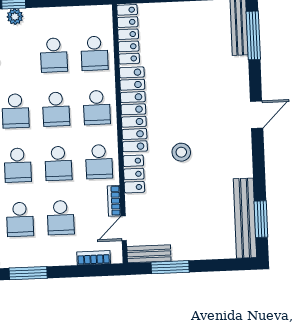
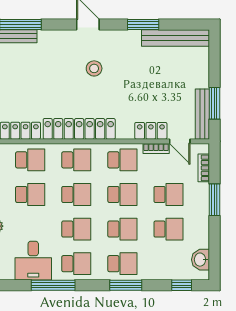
stool: (181, 152) -> (94, 68), moved
locker: (134, 174) -> (151, 131), moved
window: (261, 219) -> (143, 24), moved
bench: (149, 254) -> (202, 114), width x1.36
window: (28, 273) -> (214, 200), moved

